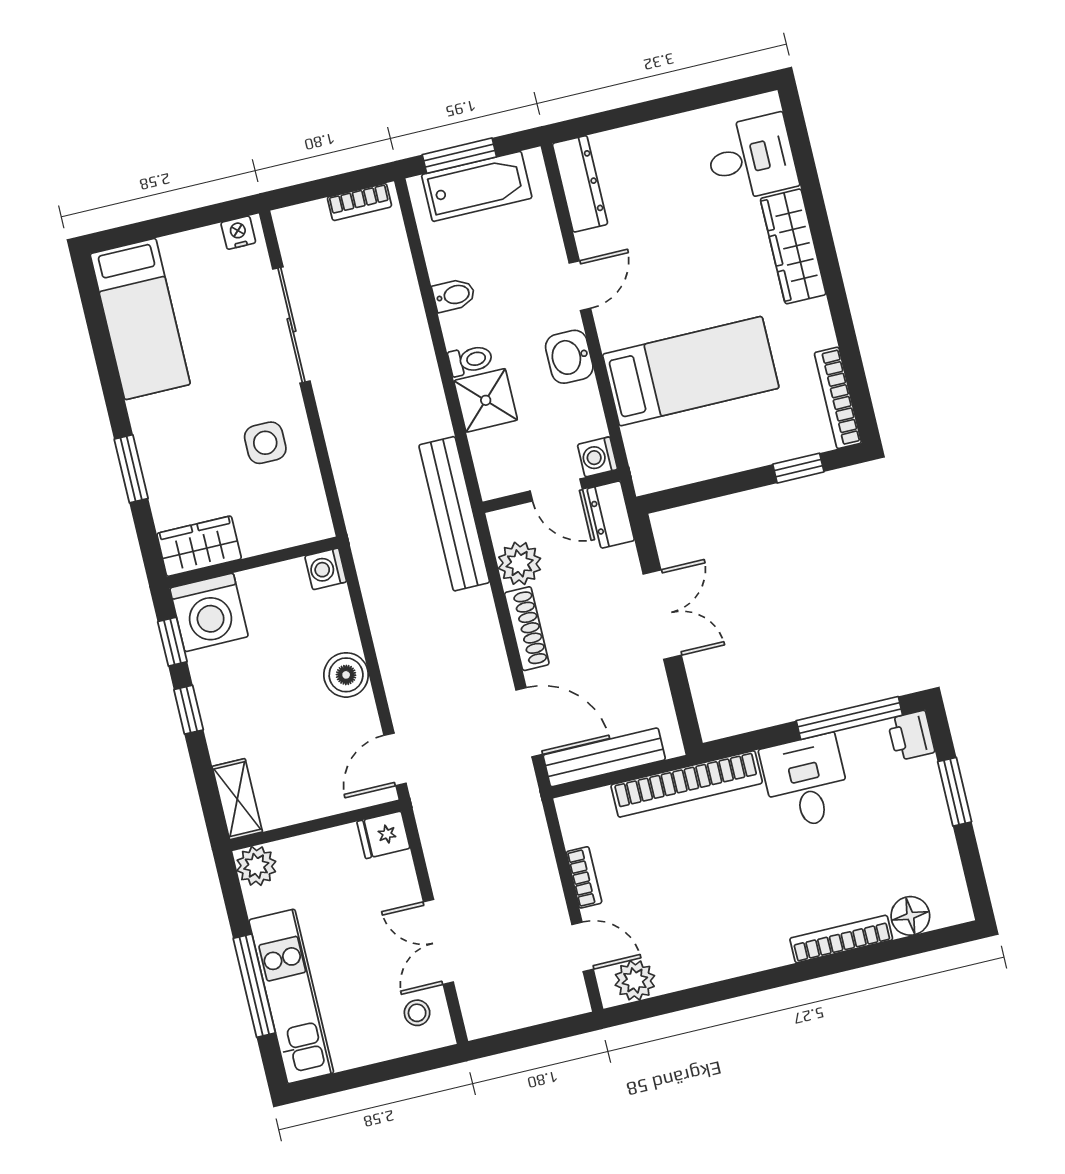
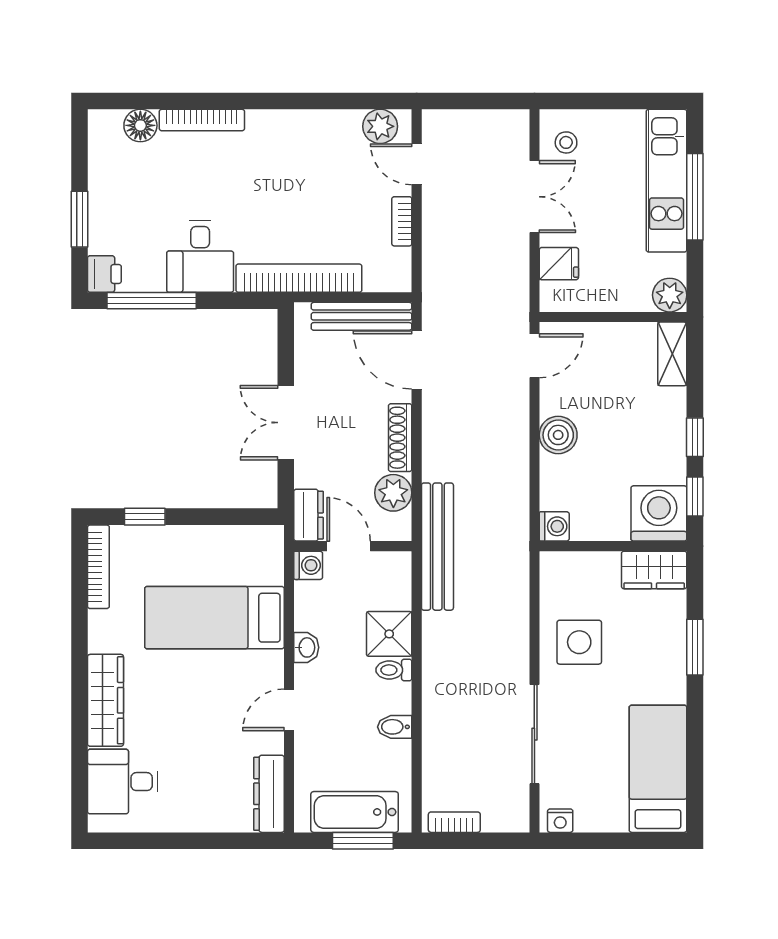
washbasin: (569, 357) -> (306, 647), width x0.72, depth x0.69
side table: (265, 443) -> (579, 642), width x1.37, depth x1.37
fridge: (383, 835) -> (559, 264), moved

